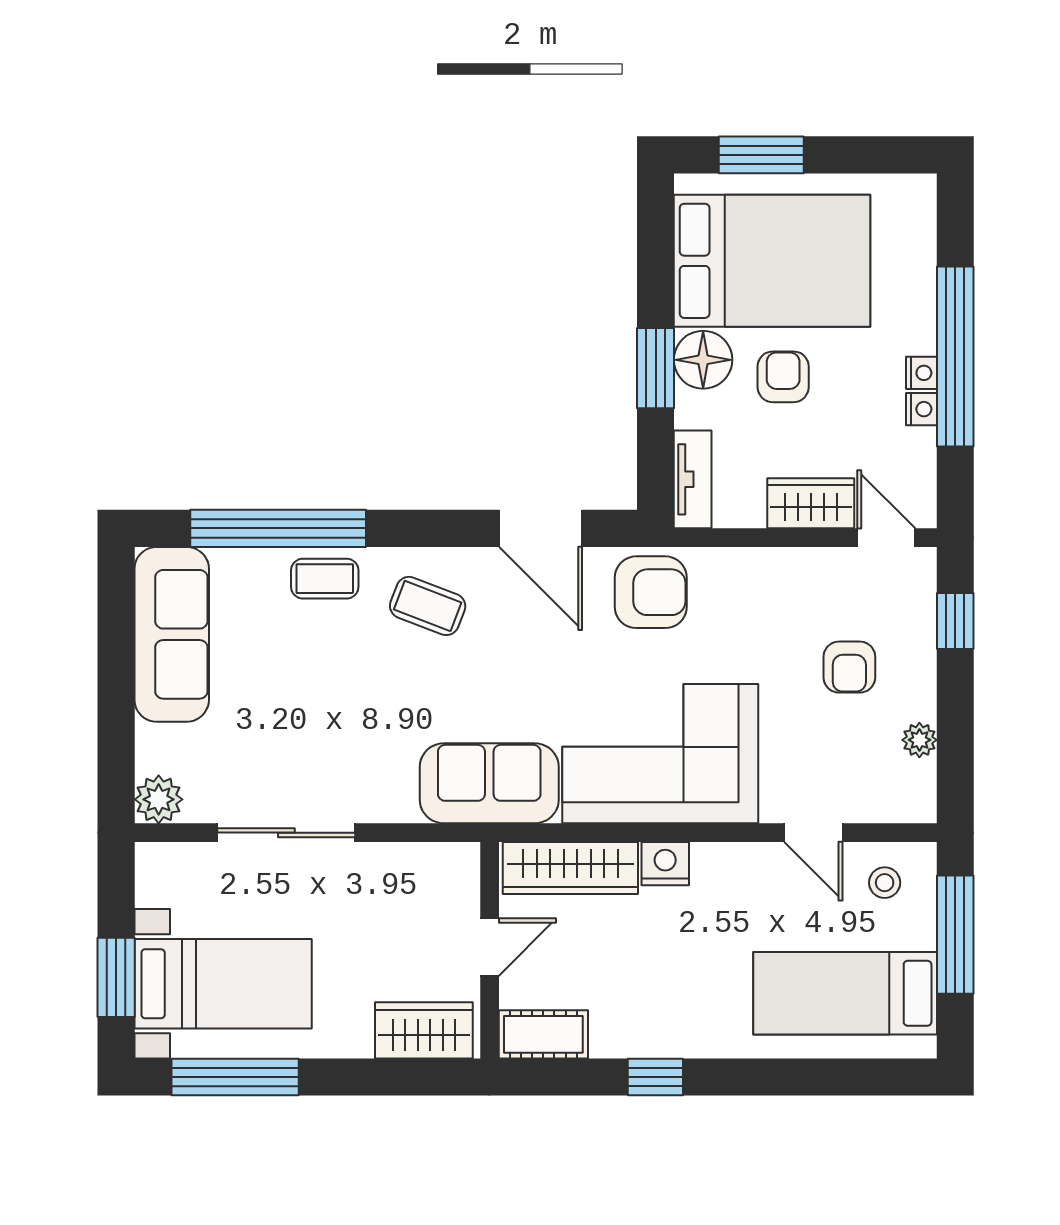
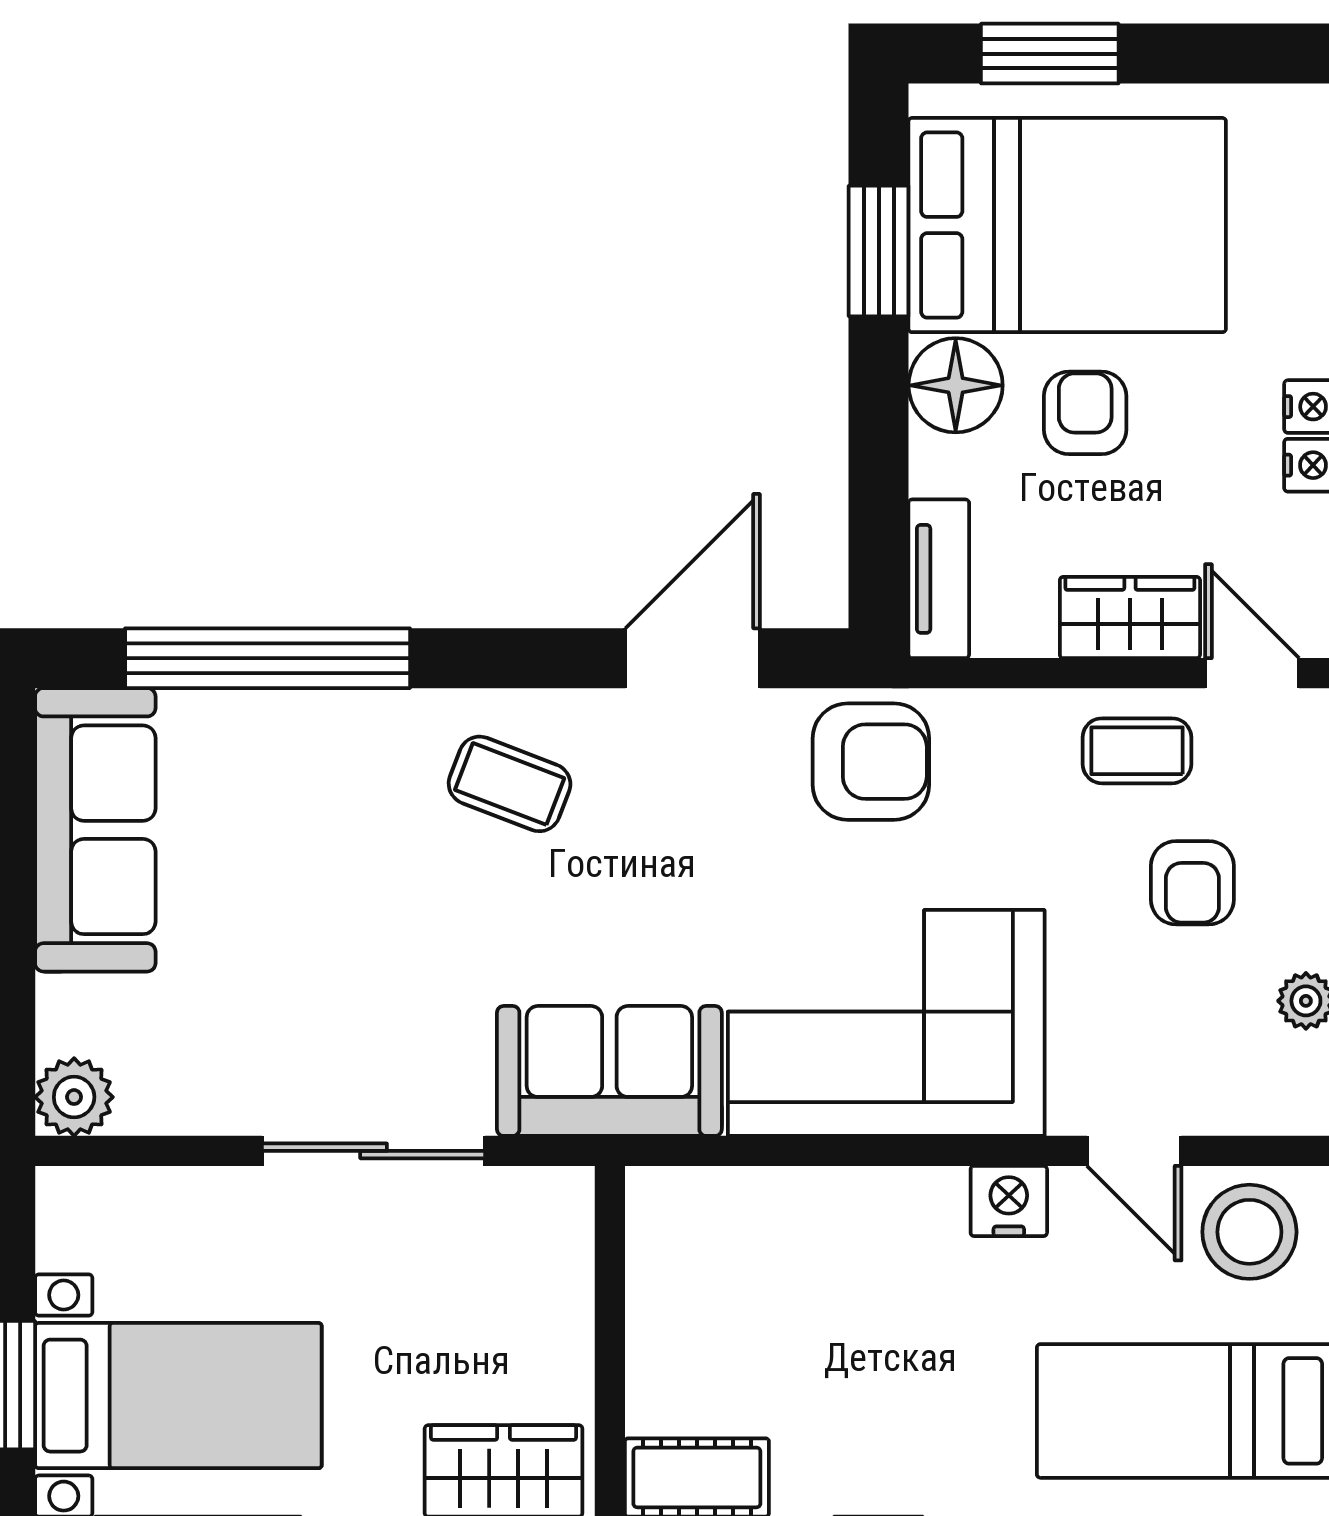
window: (656, 368) -> (879, 251), moved
door: (541, 528) -> (693, 658), swing flipped
coffee table: (325, 579) -> (1137, 751), moved
sliding door: (286, 833) -> (374, 1151), moved
nightstand: (665, 864) -> (1009, 1201), moved
wardrobe: (570, 868) -> (741, 1208), removed
stool: (885, 883) -> (1249, 1232), width x1.89, depth x1.89
door: (490, 947) -> (610, 1336), removed

